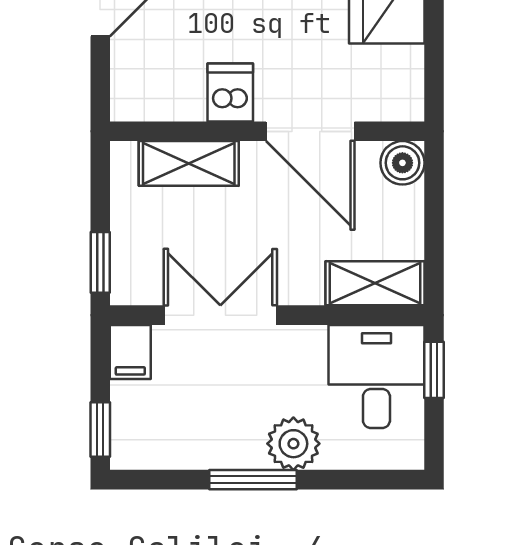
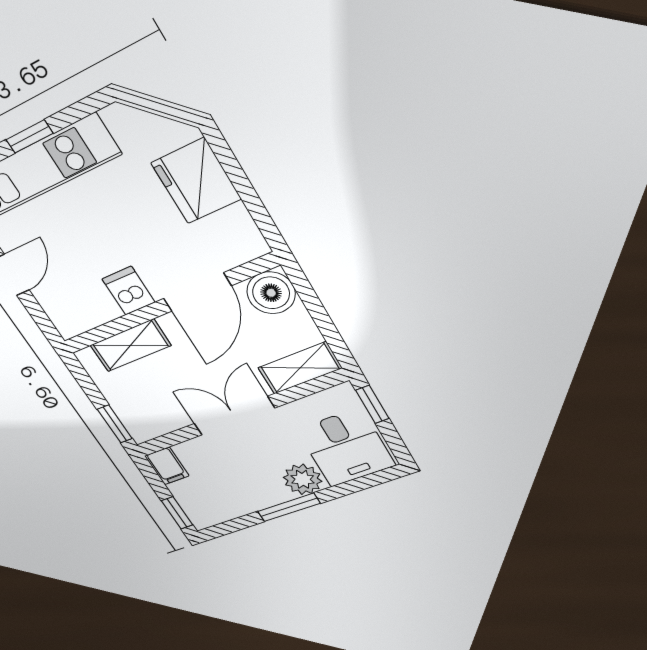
door: (310, 131) -> (197, 292), hinge flipped
boiler: (402, 163) -> (271, 293), width x1.36, depth x1.36
double door: (220, 315) -> (234, 416), moved
desk: (376, 376) -> (346, 448), moved, turned 180

